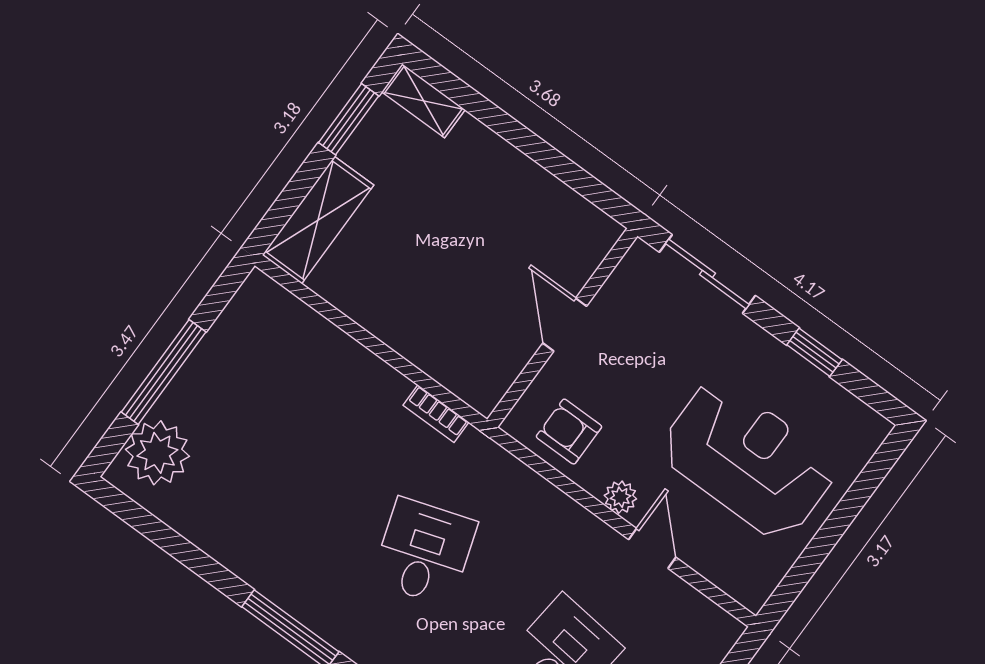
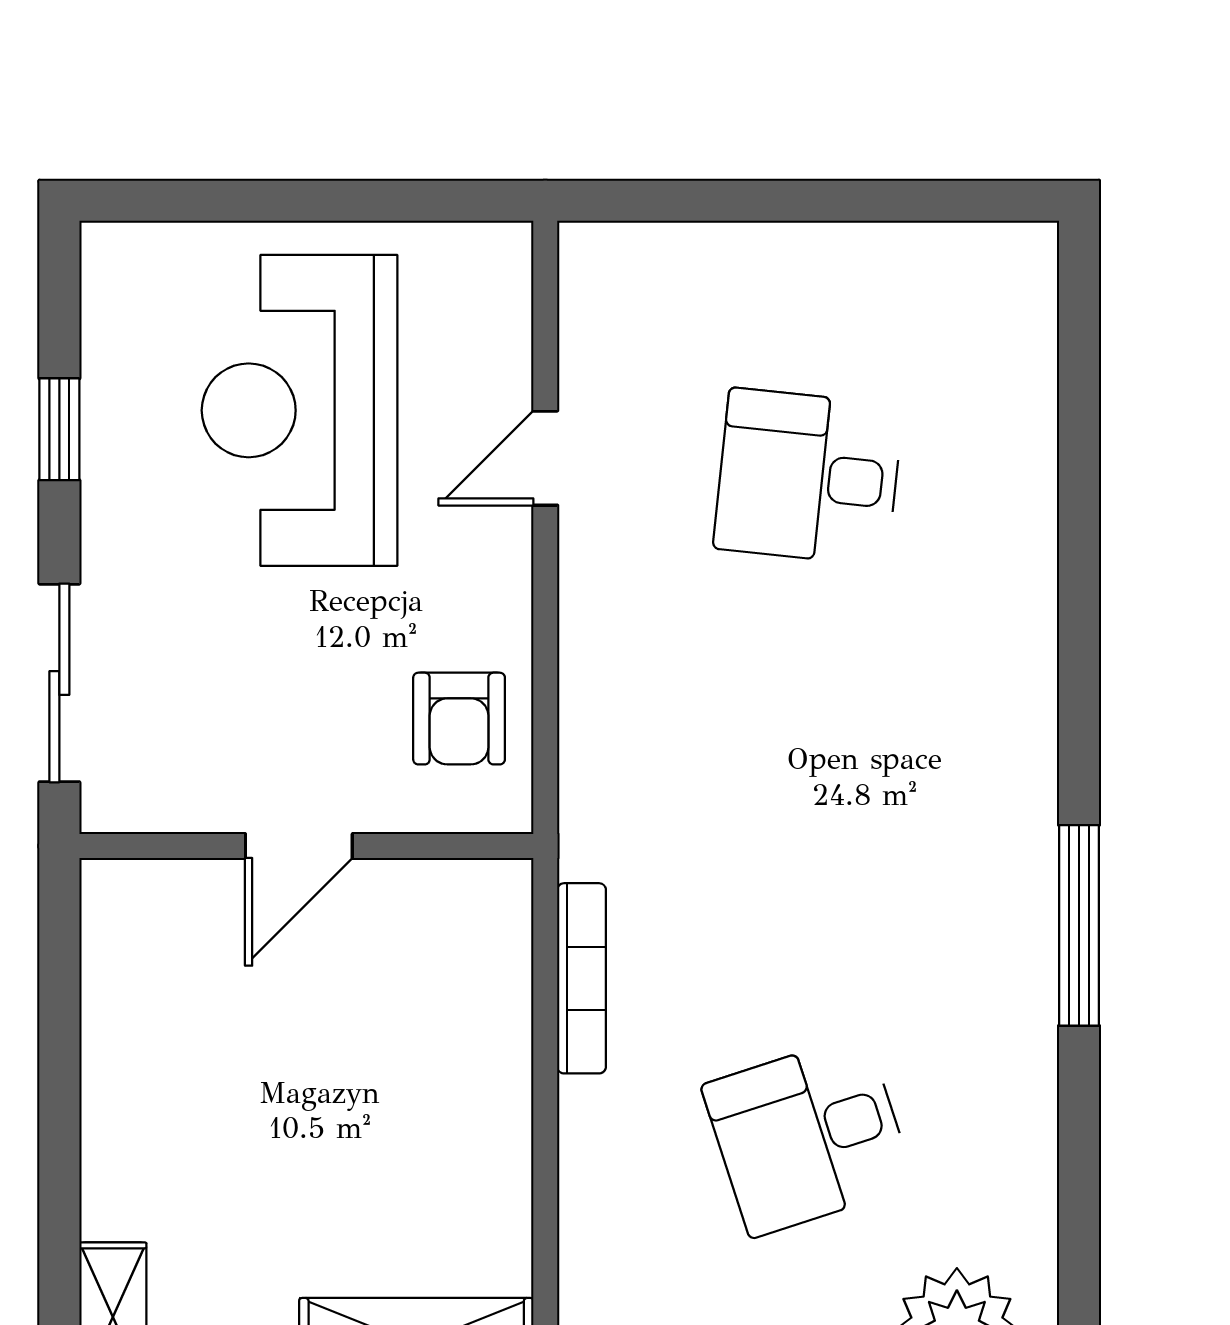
bookcase: (436, 414) -> (582, 978), width x1.56
plant: (620, 497) -> (502, 565), removed
desk: (424, 552) -> (808, 1135), moved

